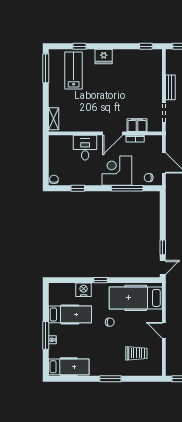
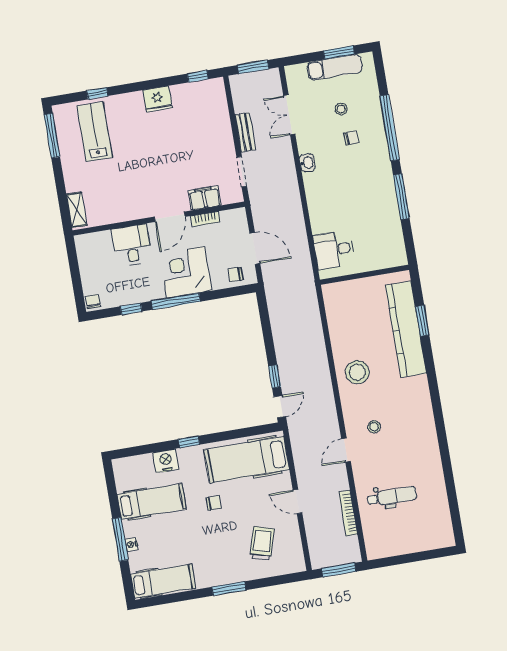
fridge: (104, 56) -> (157, 99), moved
window: (127, 188) -> (176, 301), moved
trolley: (136, 353) -> (262, 543), turned -74

